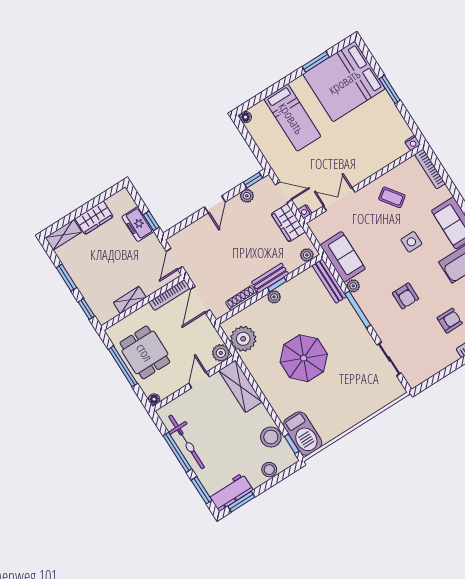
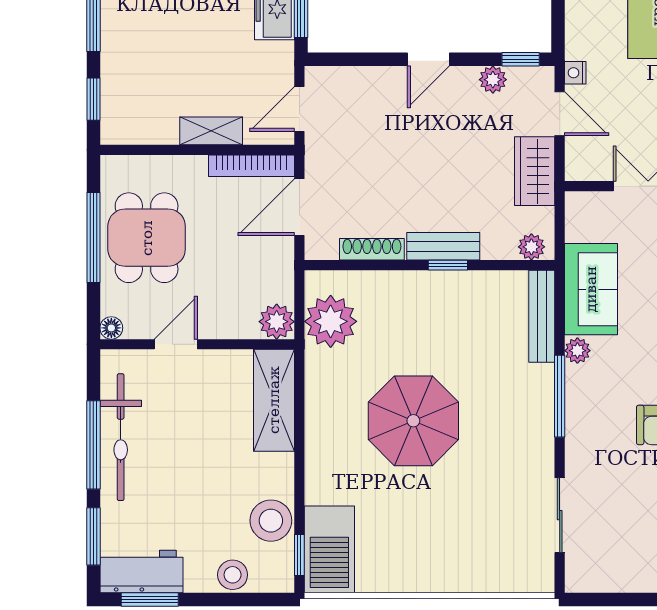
nightstand: (305, 212) -> (575, 73), moved
plant: (274, 297) -> (429, 283), removed
shelving: (130, 300) -> (211, 131), moved
door: (199, 380) -> (176, 344), moved

